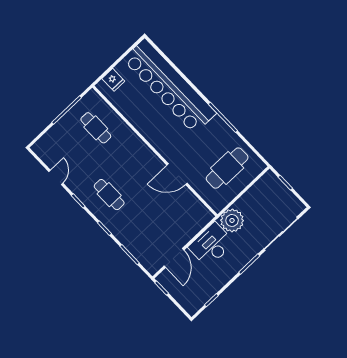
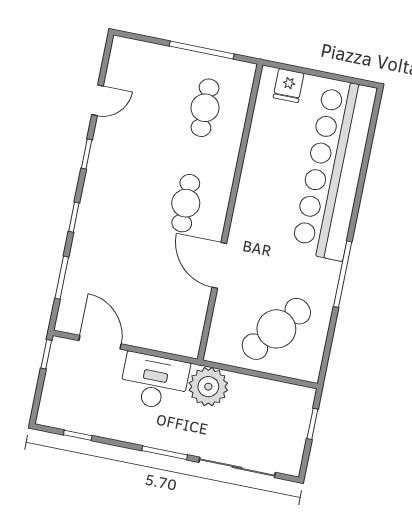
cafe table: (227, 168) -> (276, 329), turned -51
cafe table: (109, 195) -> (186, 203), moved
door: (174, 258) -> (100, 342), swing flipped

